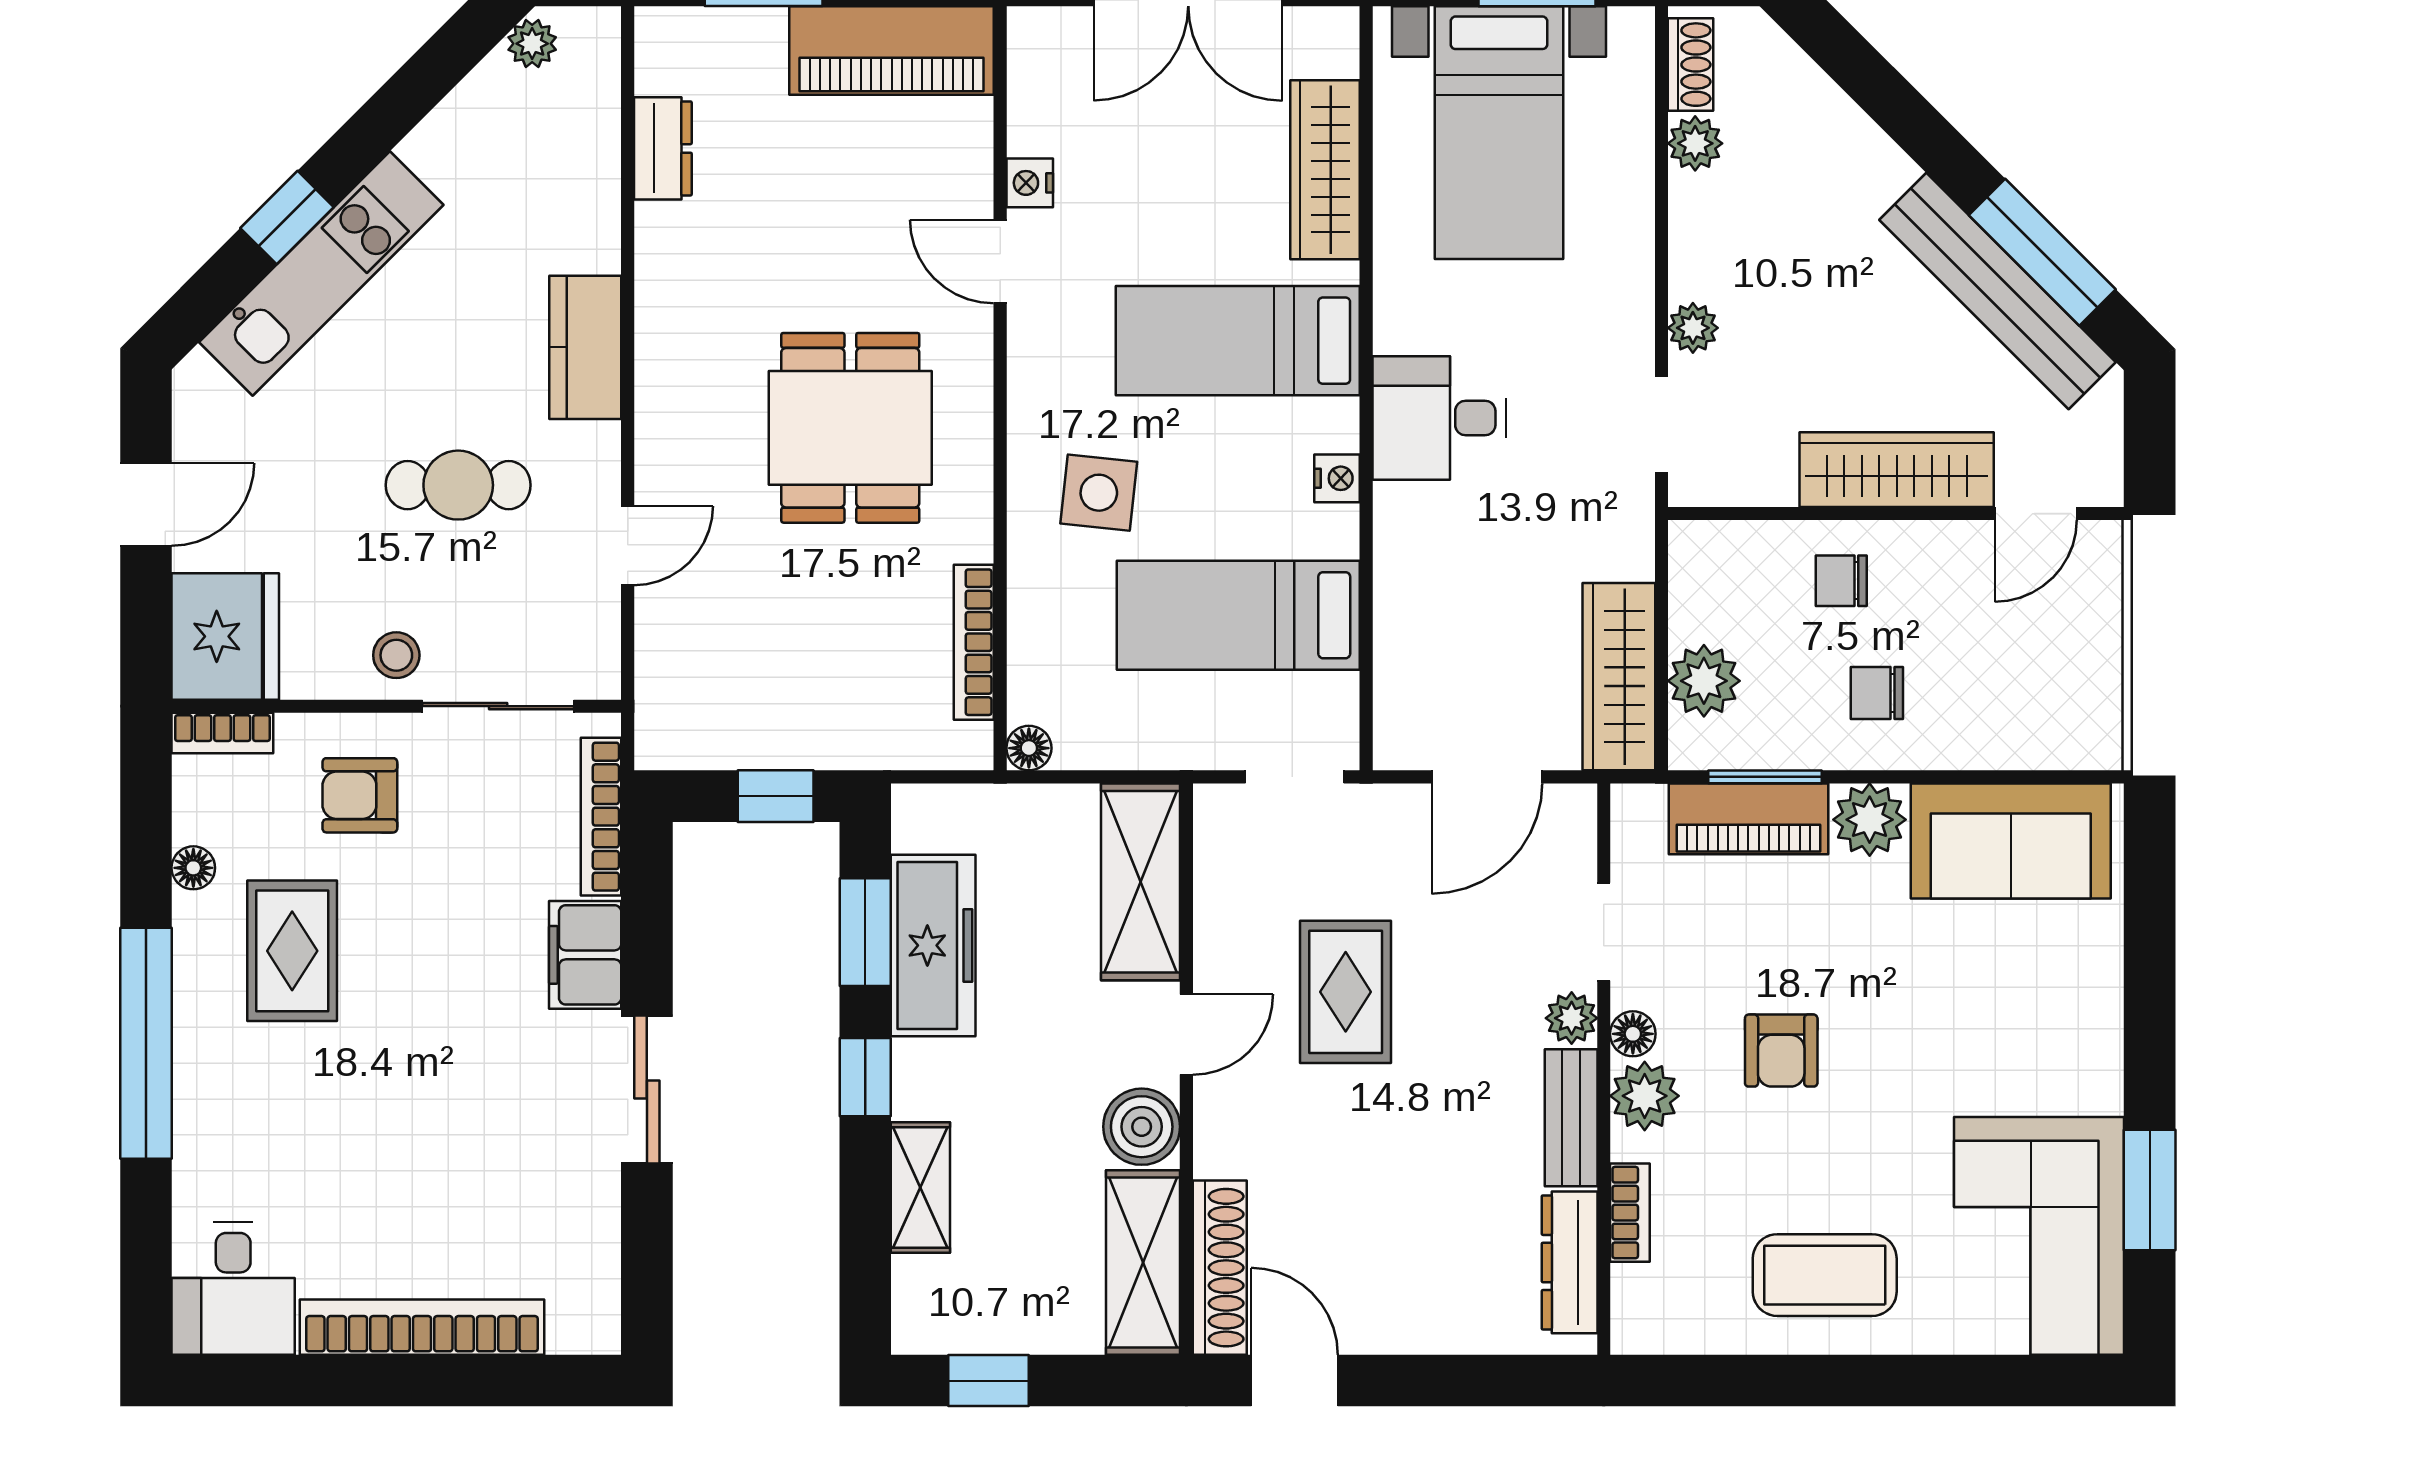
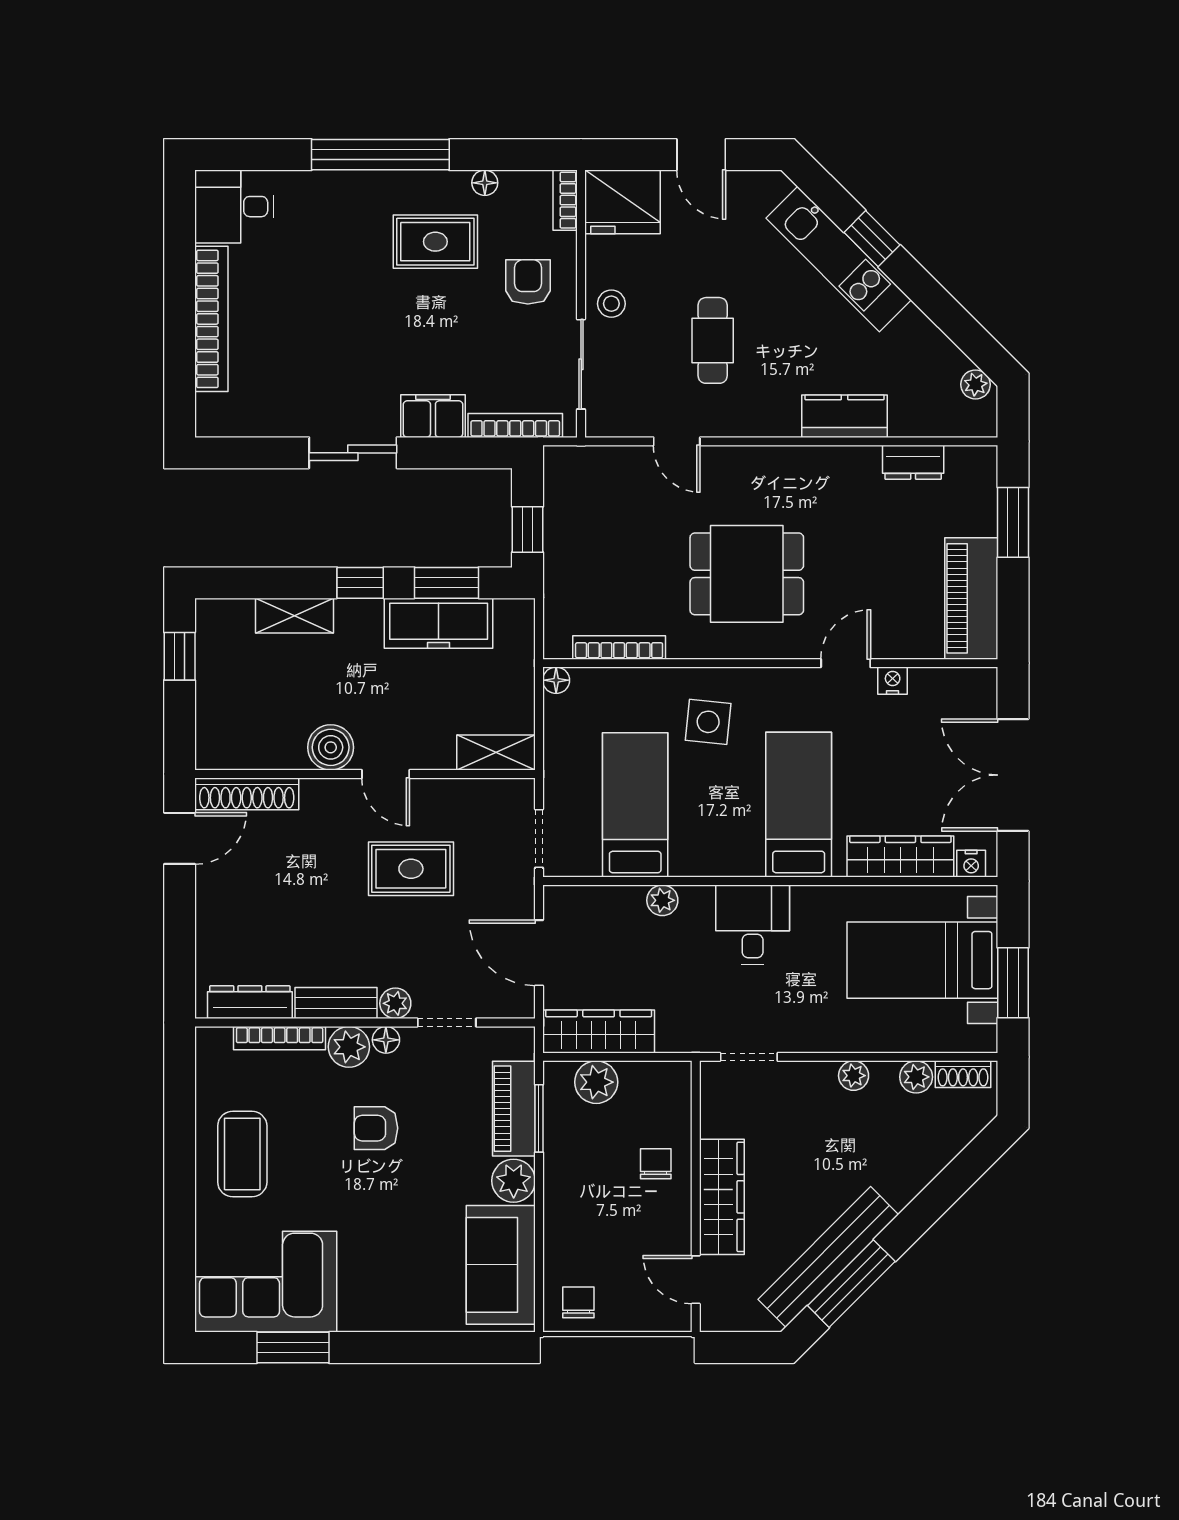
plant: (1693, 328) -> (854, 1076), moved
kitchen counter: (585, 347) -> (845, 416), moved
nightstand: (1337, 478) -> (971, 864), moved
plant: (1398, 570) -> (662, 900), added
chair: (1877, 693) -> (578, 1302), moved
shelving: (1141, 882) -> (496, 753), width x0.67, depth x0.75
bookcase: (1630, 1213) -> (280, 1038), width x1.56
shelving: (1143, 1262) -> (250, 748), removed

